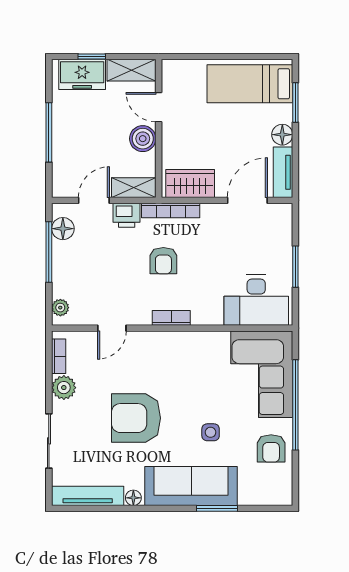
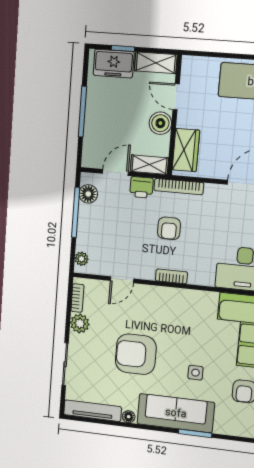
wardrobe: (190, 183) -> (186, 150), moved, turned 90

